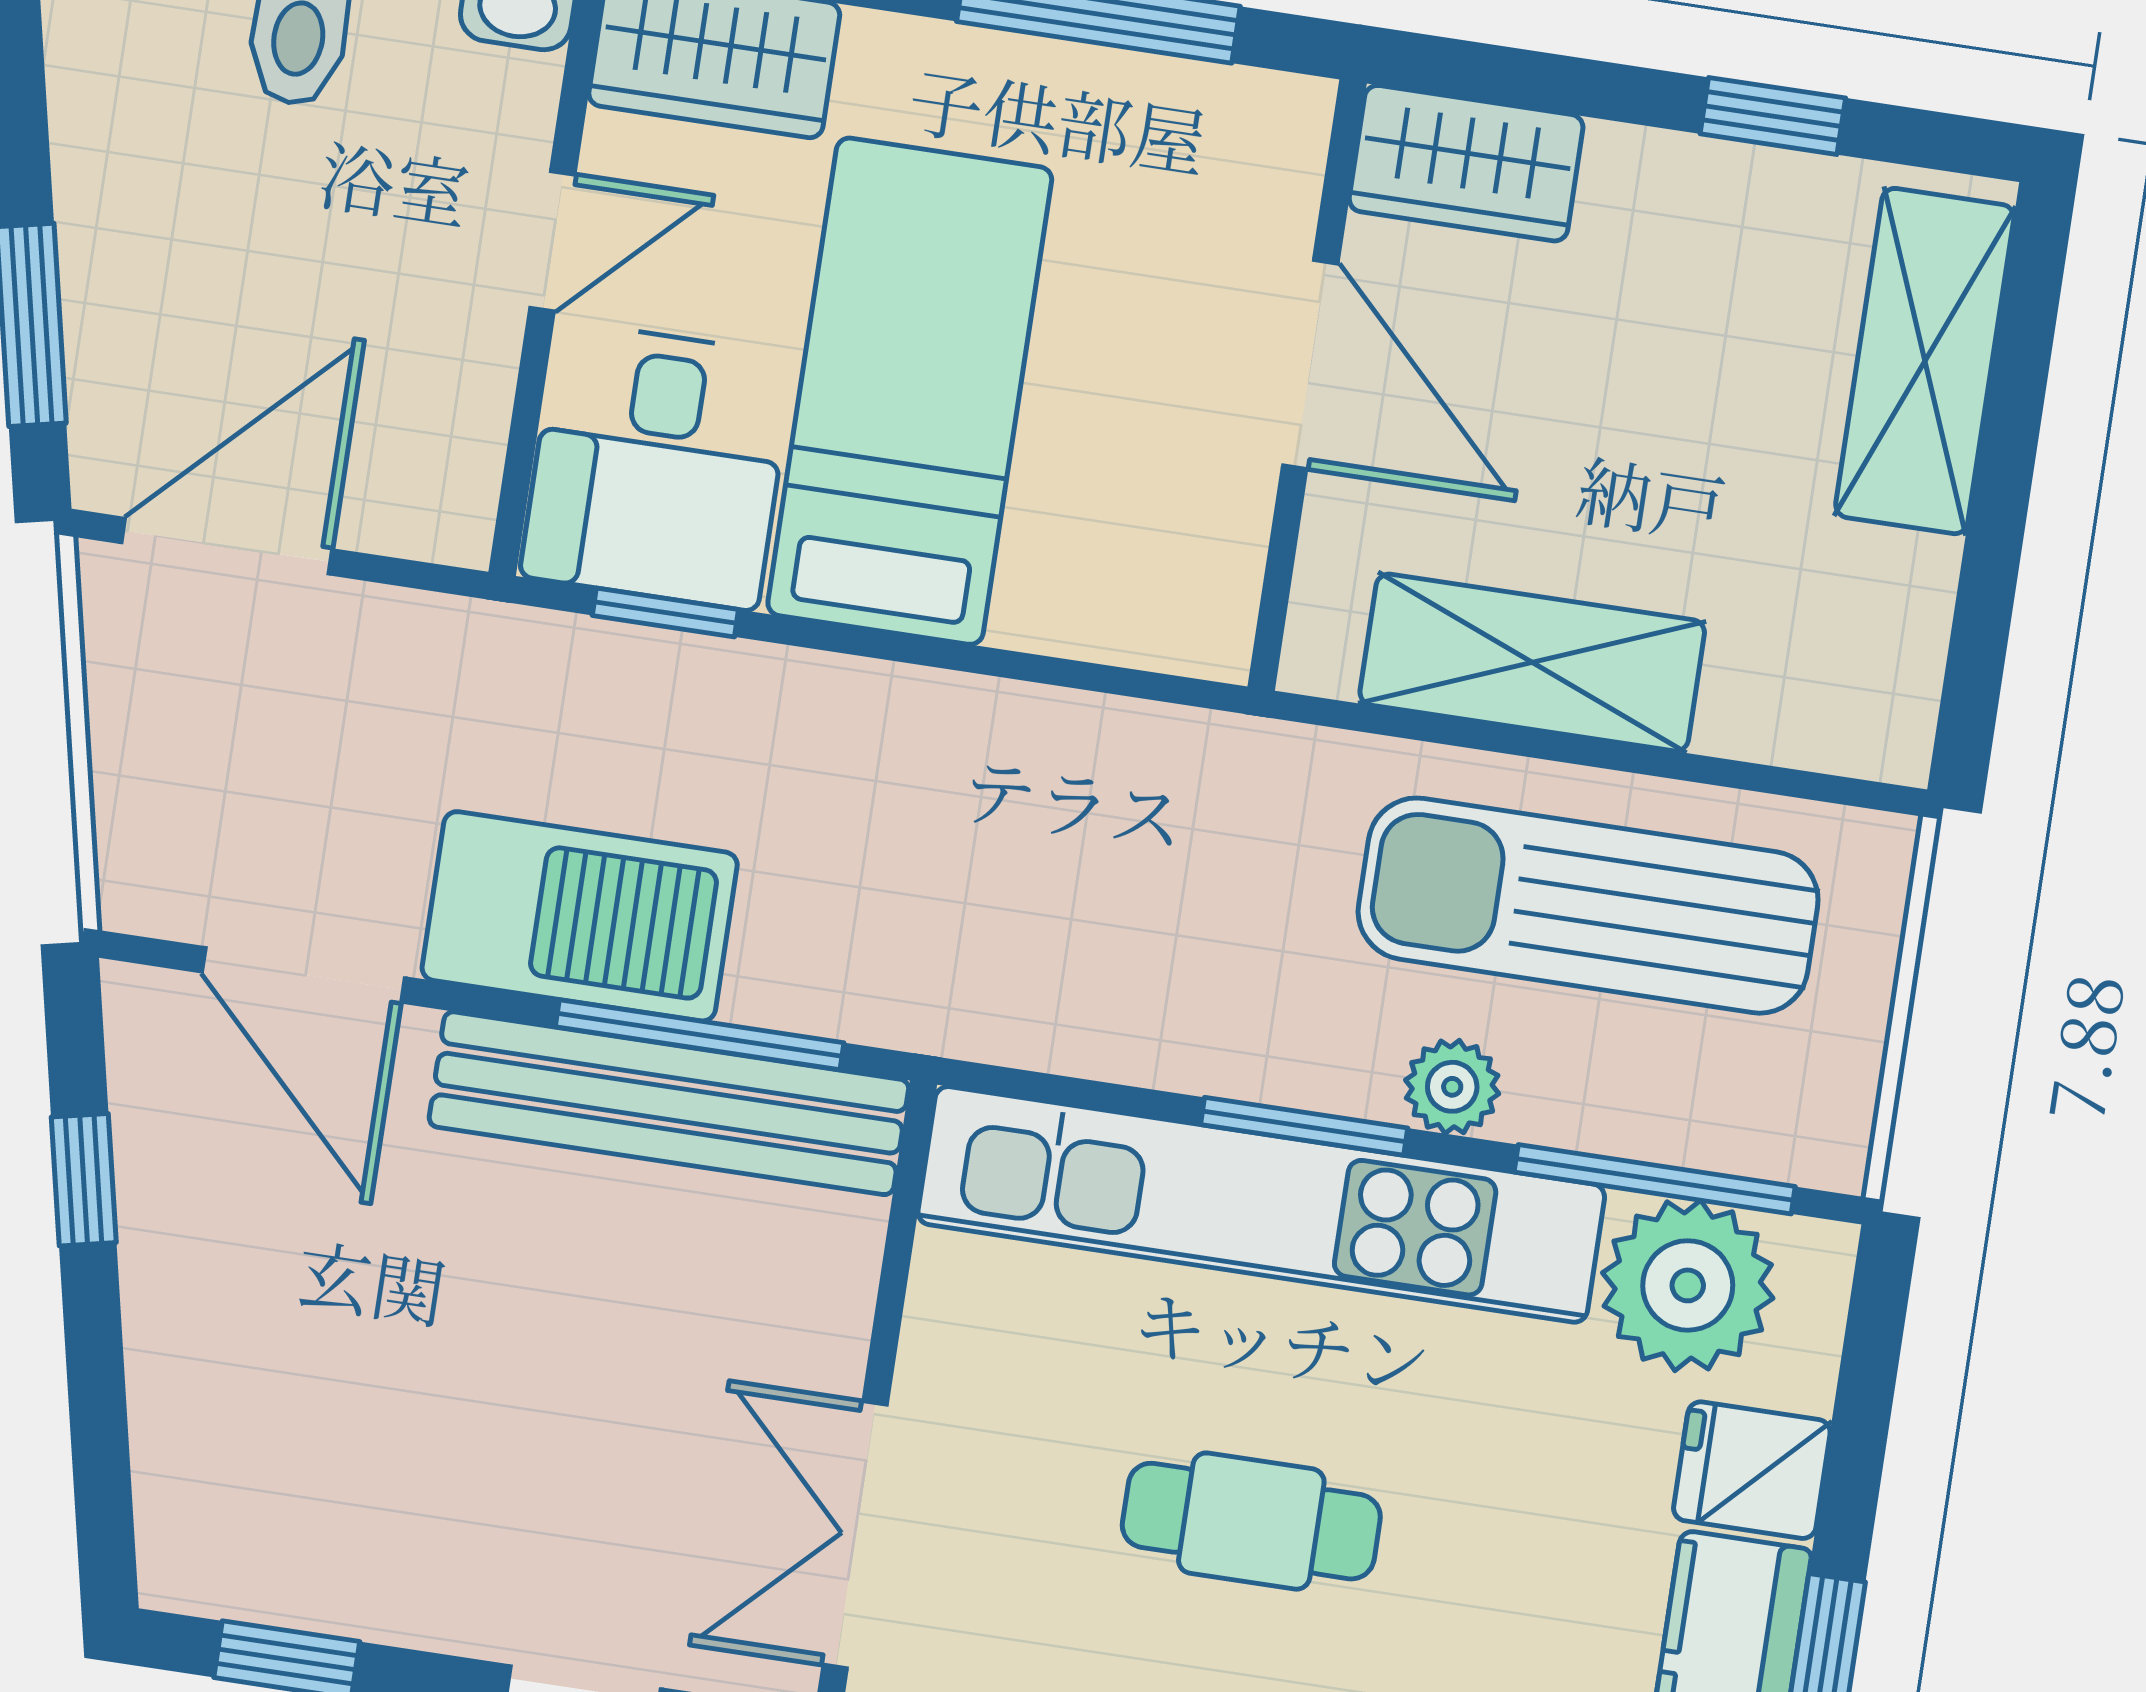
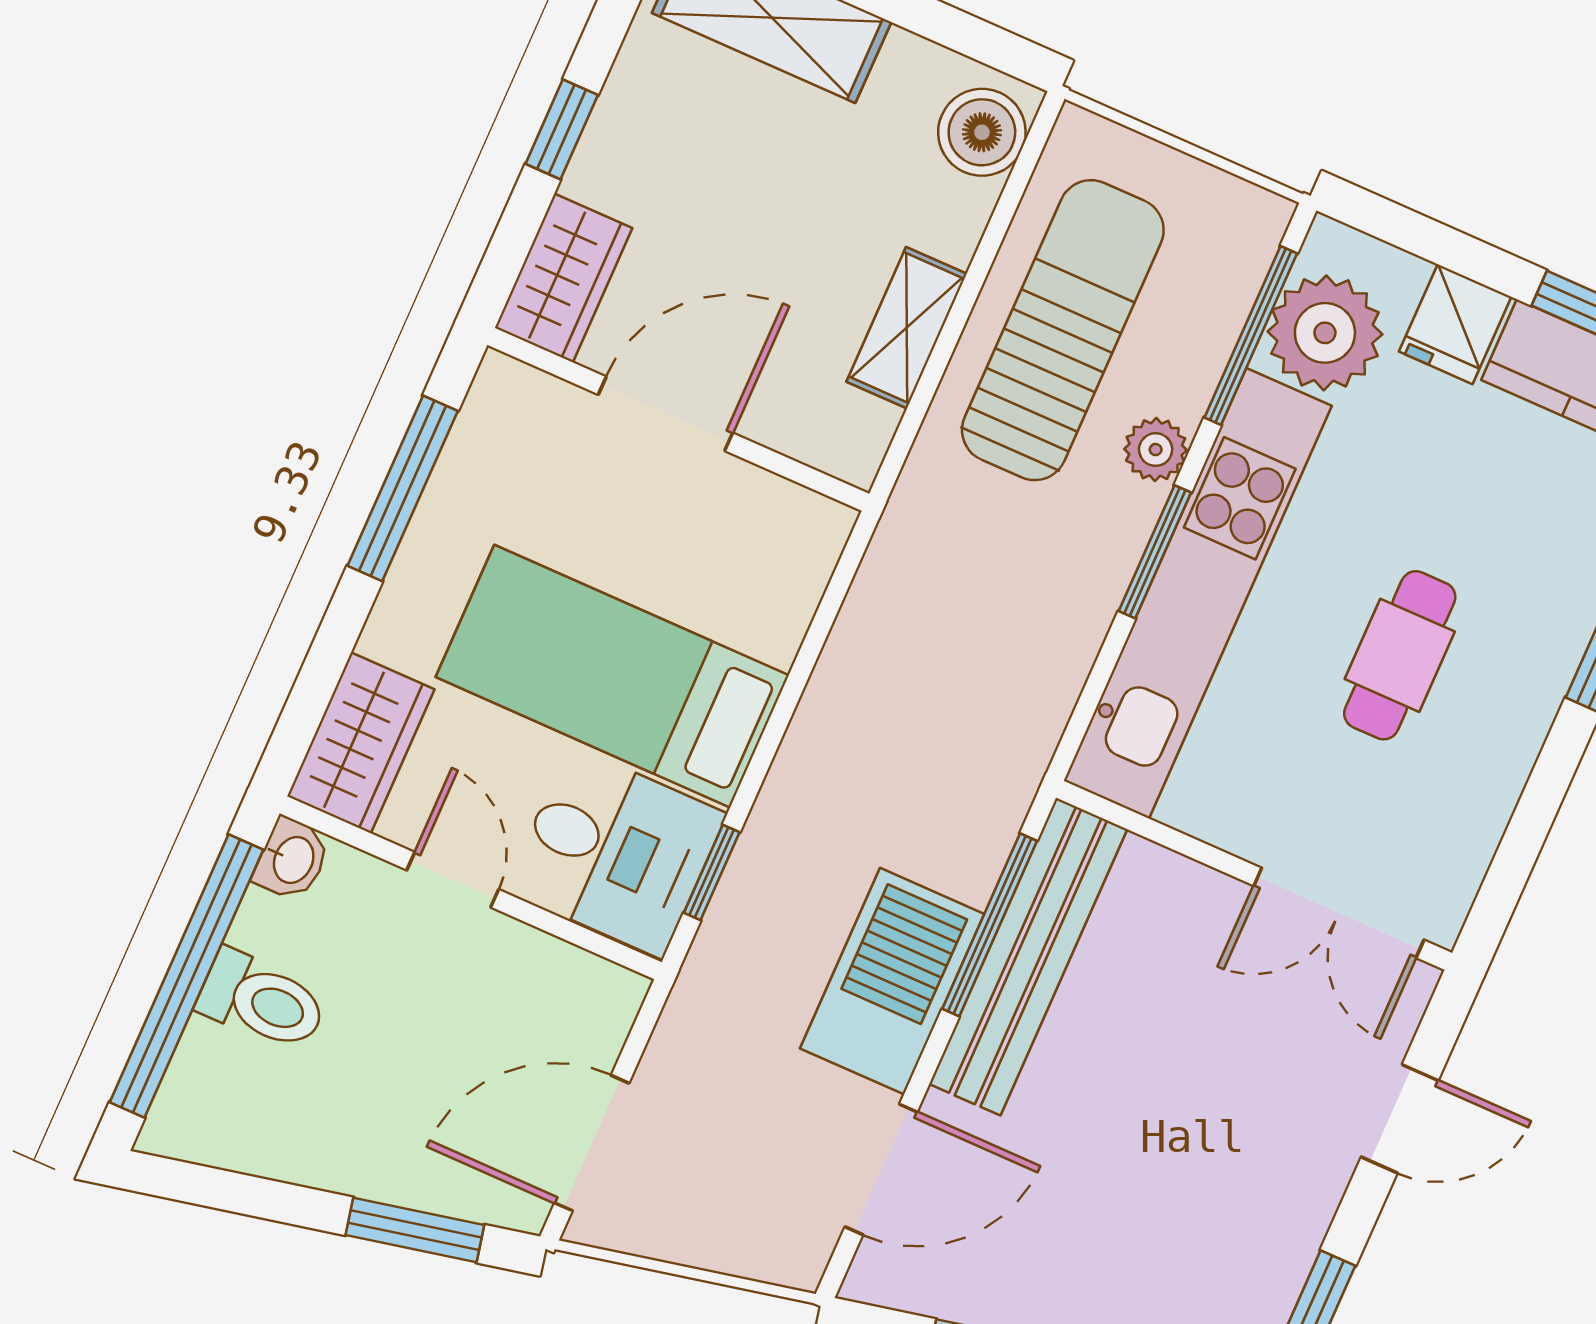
window: (1773, 116) -> (562, 129), moved
door: (227, 546) -> (592, 1143), hinge flipped
shelving: (1532, 663) -> (907, 328), width x0.67, depth x0.75
boiler: (1842, 710) -> (982, 132), added
sun lounger: (1588, 906) -> (1063, 330), turned 180

